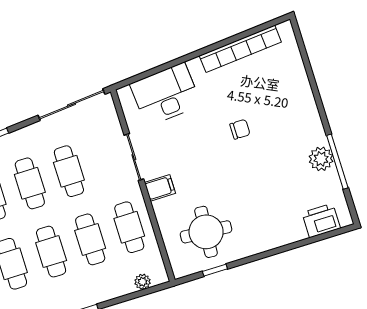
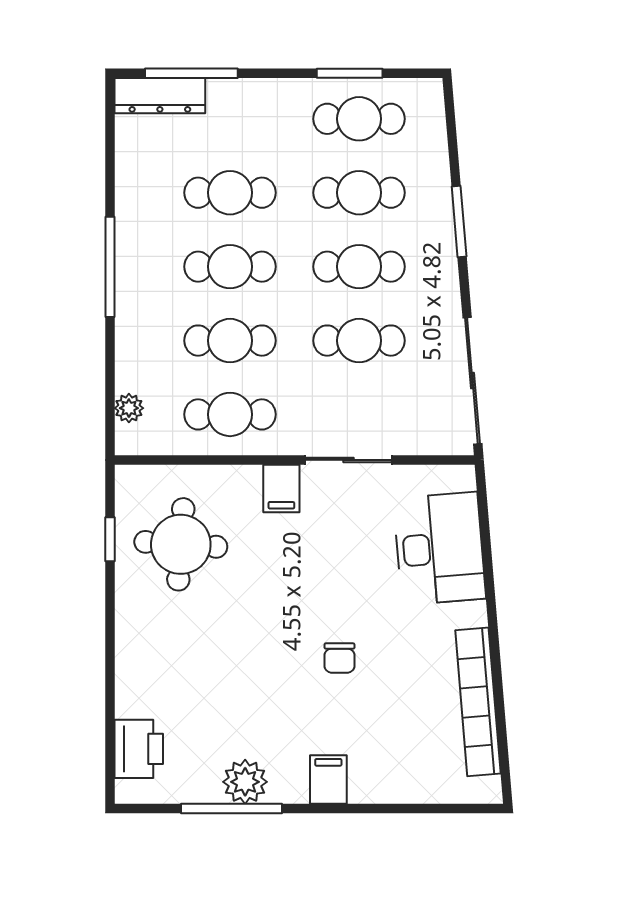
filing cabinet: (306, 115) -> (328, 779), added

